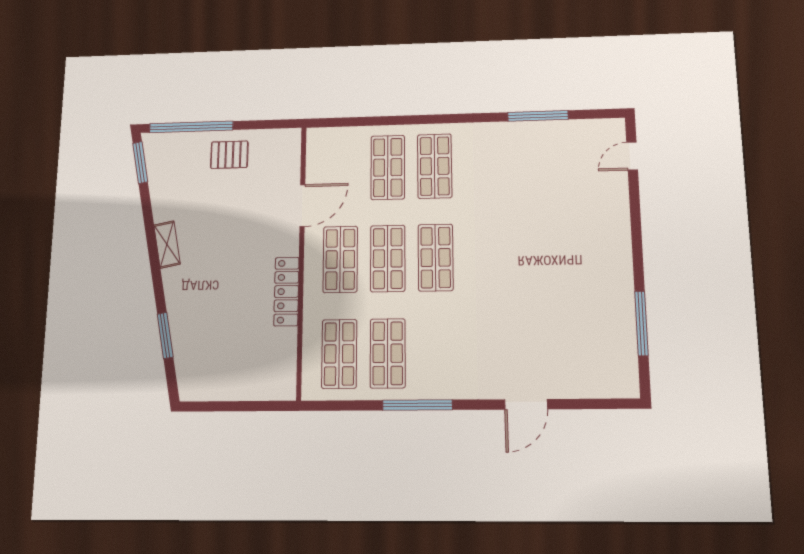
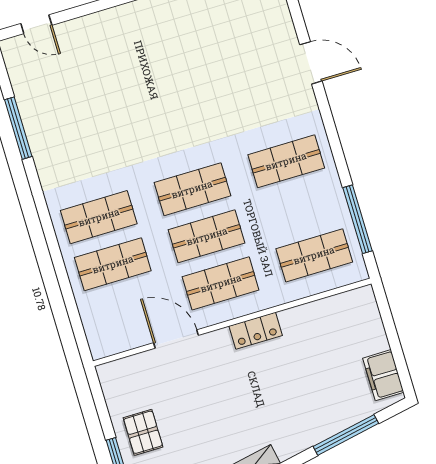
locker: (286, 292) -> (256, 331), width x0.66
window: (165, 335) -> (346, 435), width x1.44
shop shelf: (388, 353) -> (286, 161), moved
filing cabinet: (207, 387) -> (383, 375), added
window: (418, 405) -> (358, 219), moved

